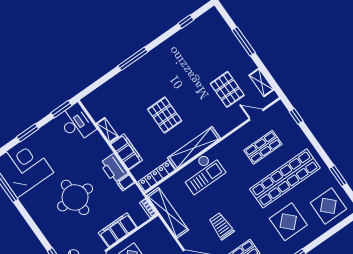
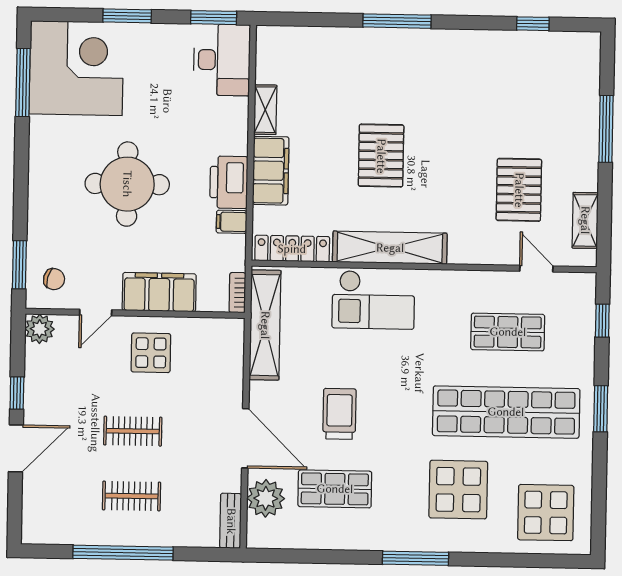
window: (338, 176) -> (601, 409), moved

